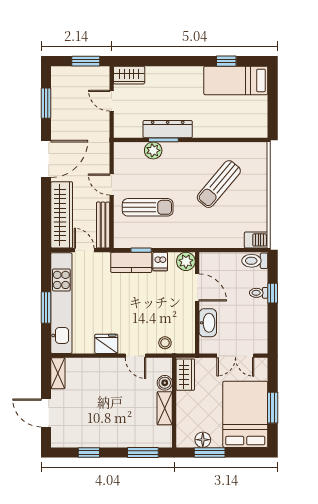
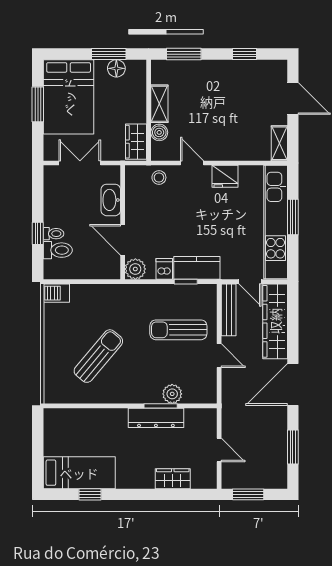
wardrobe: (129, 75) -> (173, 479), moved
toilet: (255, 261) -> (58, 250), moved

